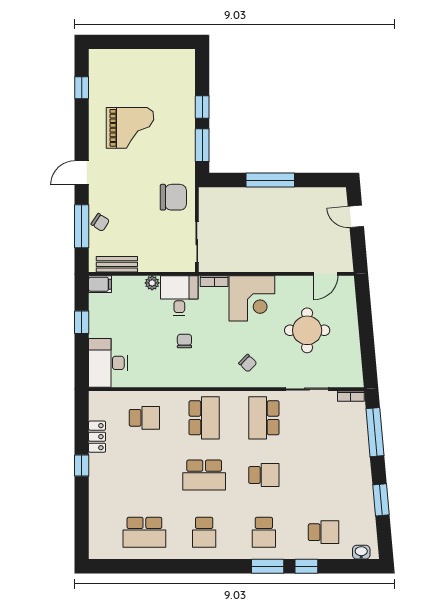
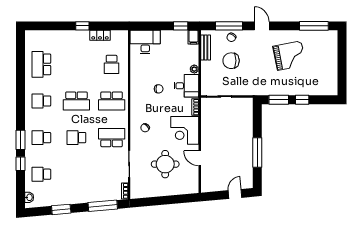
window: (82, 88) -> (314, 26), width x2.17
grand piano: (130, 128) -> (289, 56), turned -101
window: (270, 180) -> (257, 153), moved
chair: (173, 197) -> (231, 61), moved, turned 90
door: (326, 274) -> (200, 158), moved
window: (82, 322) -> (181, 26), moved
school desk: (204, 475) -> (76, 101), turned -90
school desk: (264, 475) -> (76, 138), turned 90
school desk: (324, 532) -> (41, 174), turned 90

